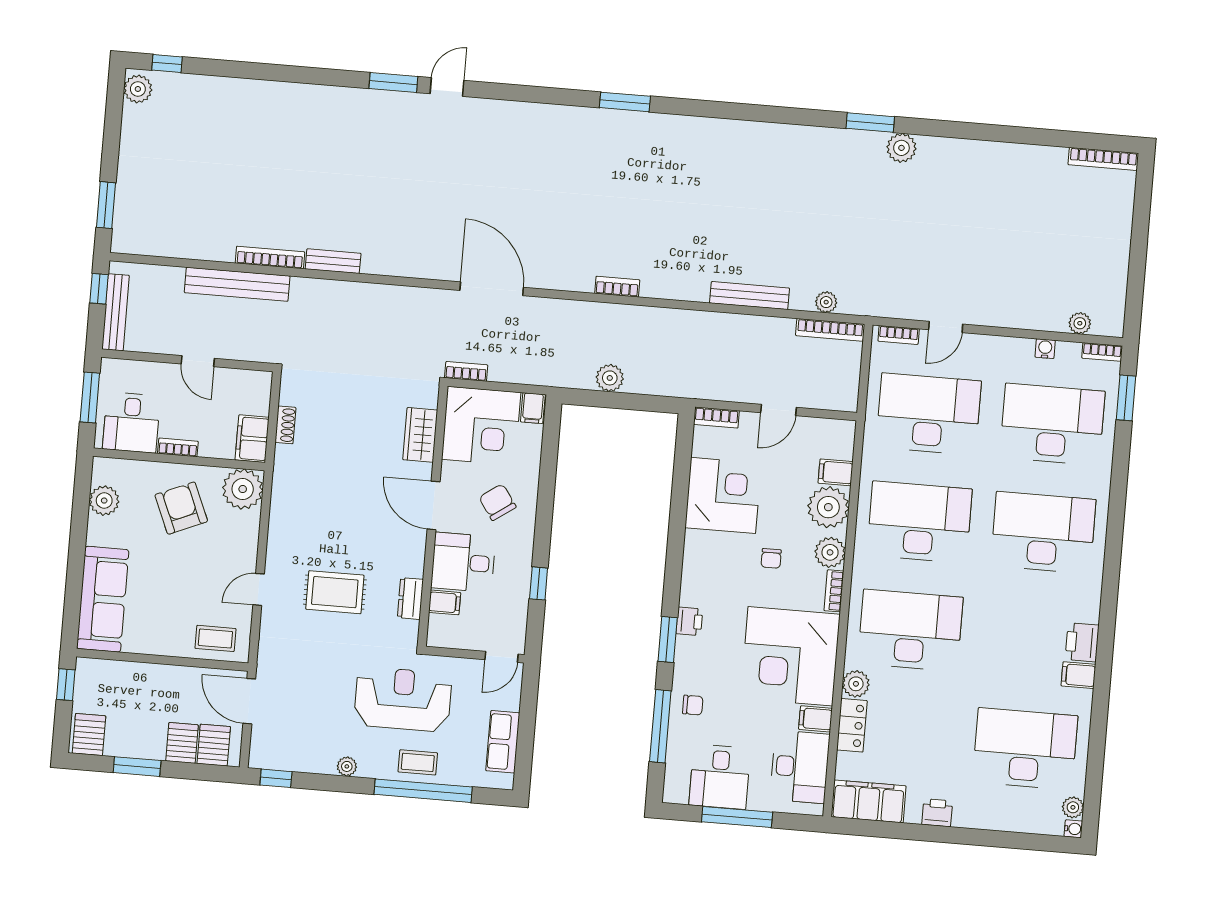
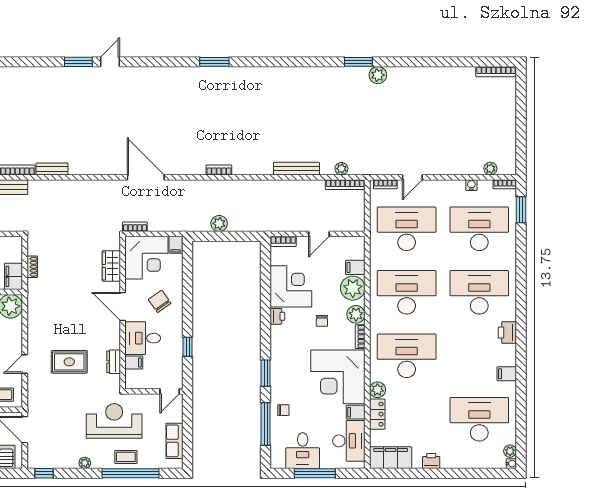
printer: (689, 621) -> (277, 316), moved
printer: (1082, 642) -> (507, 332), moved

